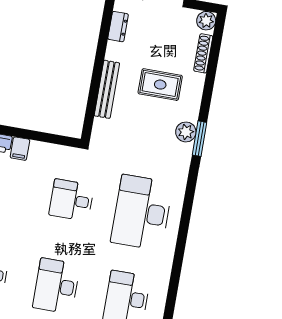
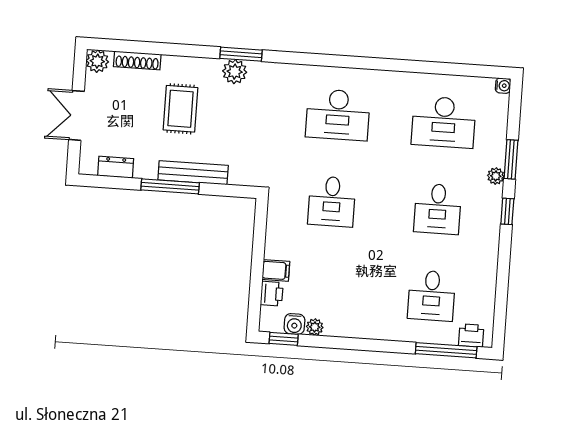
window: (98, 69) -> (170, 186), added
desk: (142, 213) -> (338, 115), width x0.73, depth x0.77
desk: (56, 286) -> (438, 209), width x0.73

